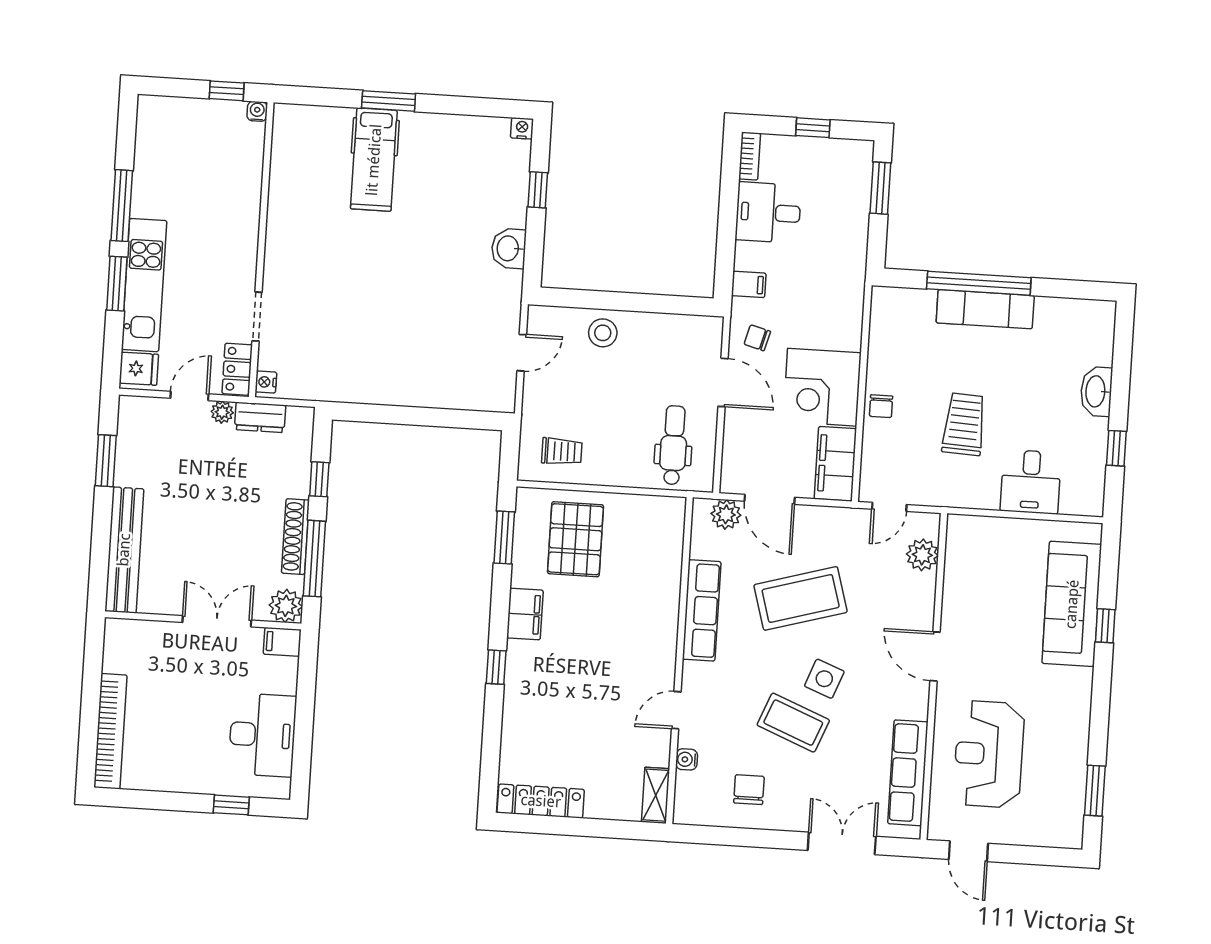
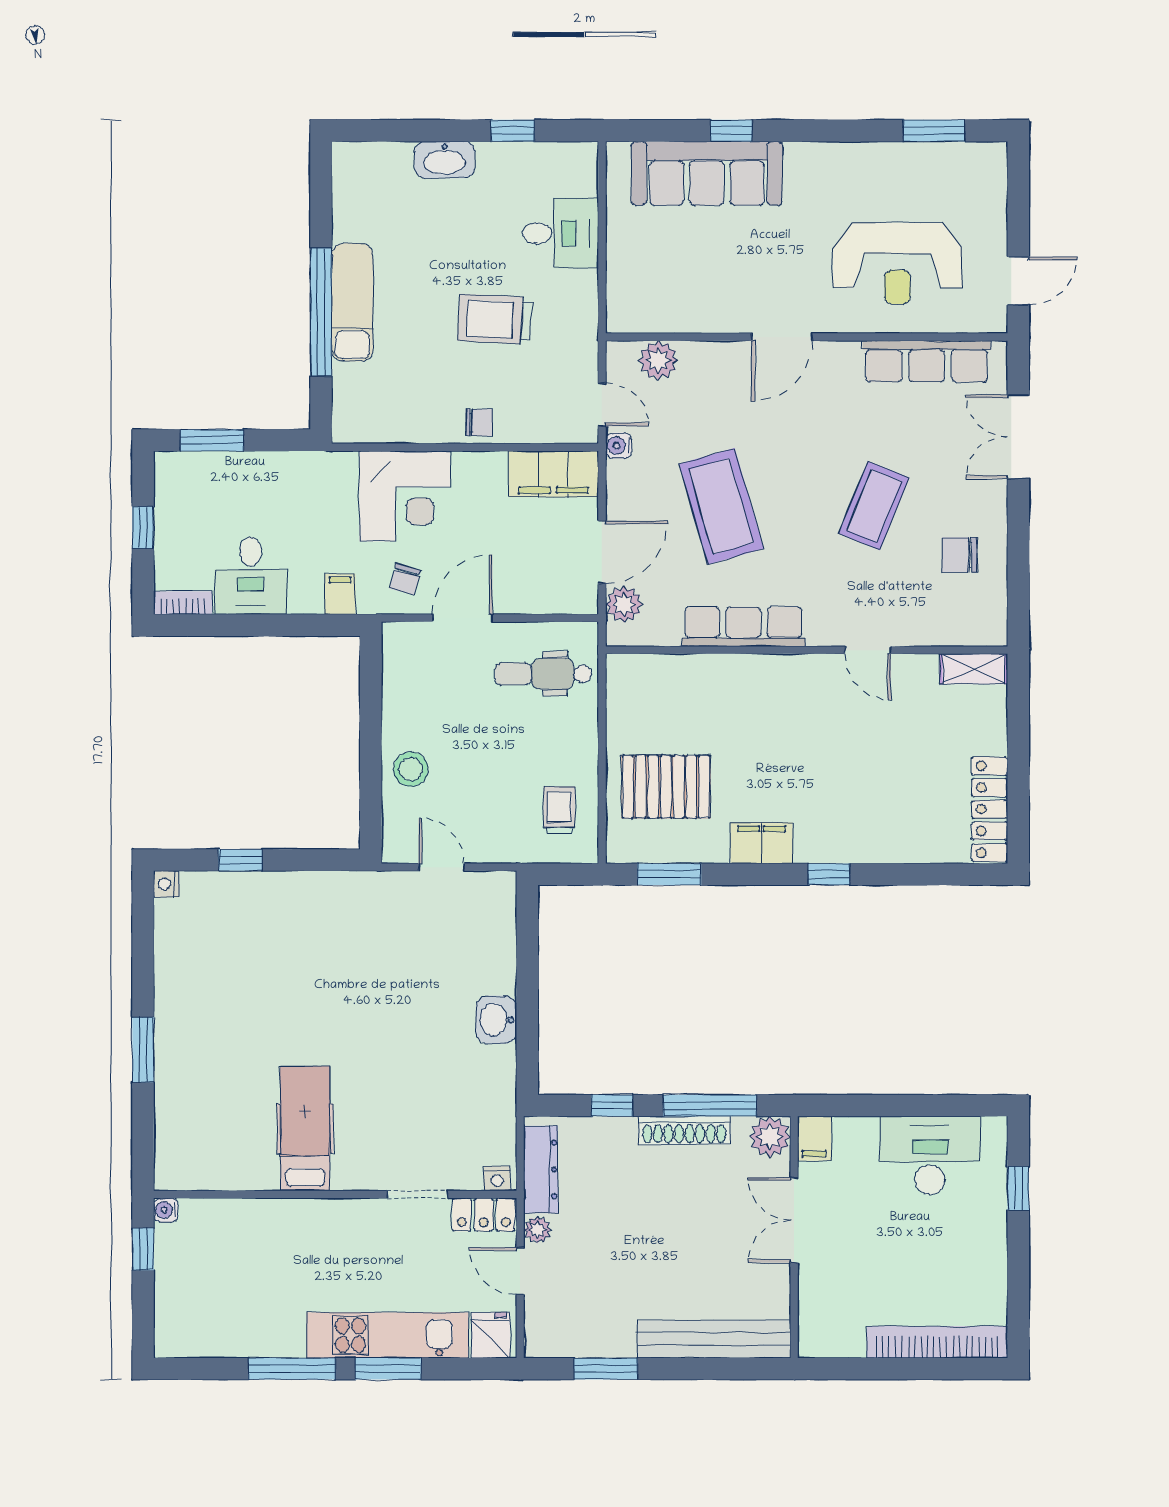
hospital bed: (374, 160) -> (305, 1129), moved, turned -90
washbasin: (509, 248) -> (496, 1020), moved, turned 90
corner desk: (822, 387) -> (405, 496), moved
dresser: (260, 417) -> (541, 1170), width x1.44
side table: (824, 679) -> (818, 471), removed
water cooler: (687, 759) -> (618, 446), moved, turned 90

